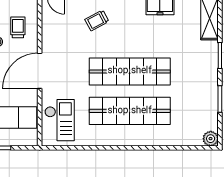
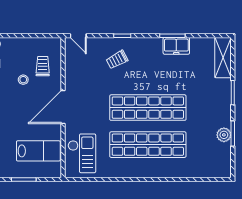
plant: (211, 139) -> (224, 135), moved

